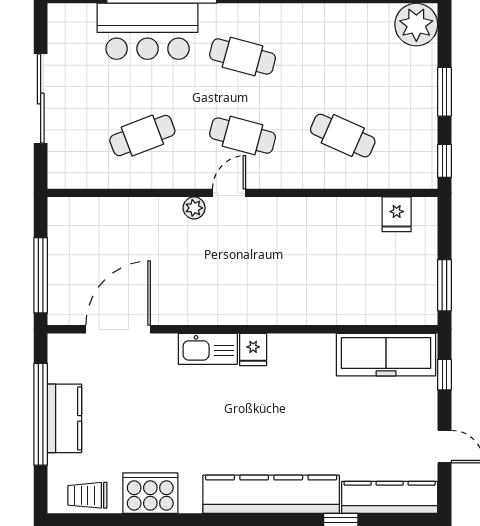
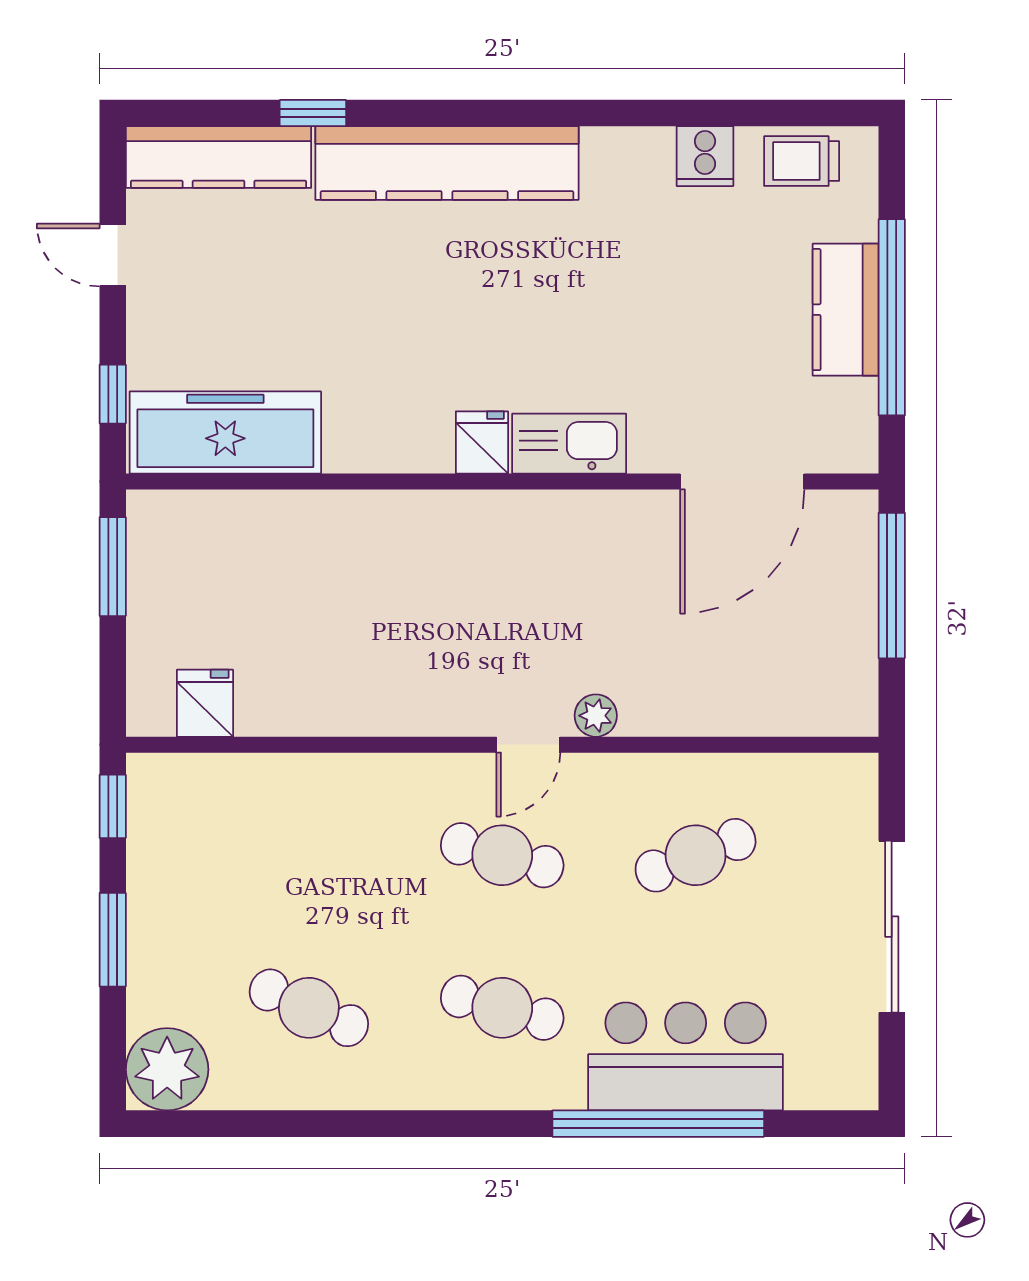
cafe table: (343, 136) -> (309, 1008), moved
cooker: (150, 493) -> (705, 156), width x0.53, depth x0.76
trolley: (87, 495) -> (802, 161), turned 180

